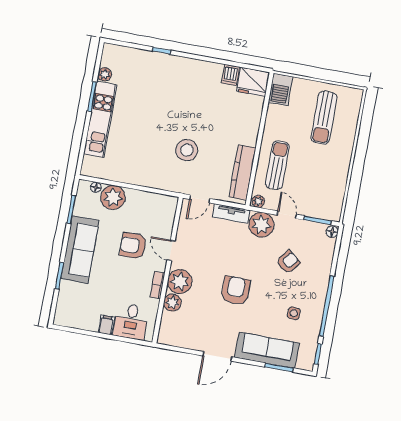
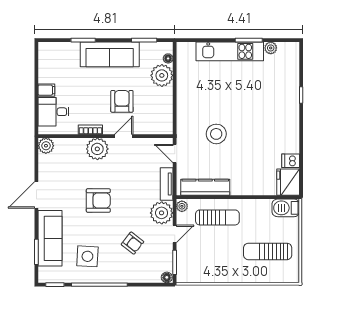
plant: (172, 303) -> (46, 146), moved
side table: (294, 313) -> (87, 256), width x1.87, depth x1.87
door: (217, 356) -> (36, 195), hinge flipped

